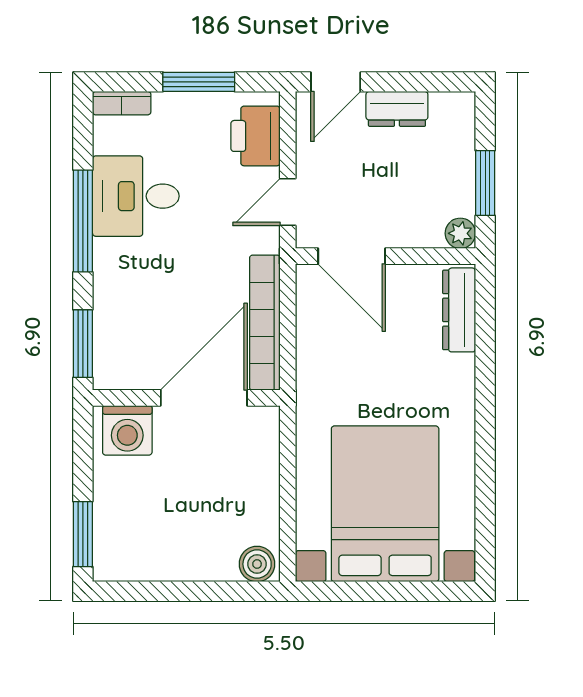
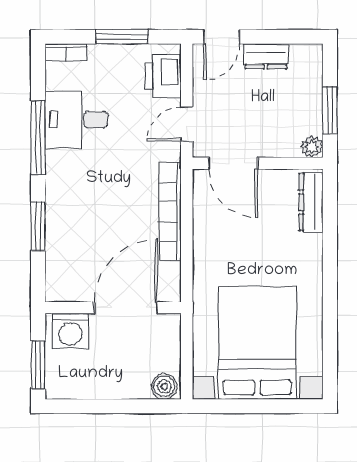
wall: (186, 398) -> (113, 308), moved
door: (204, 398) -> (126, 308), moved
washing machine: (127, 430) -> (70, 331), moved

